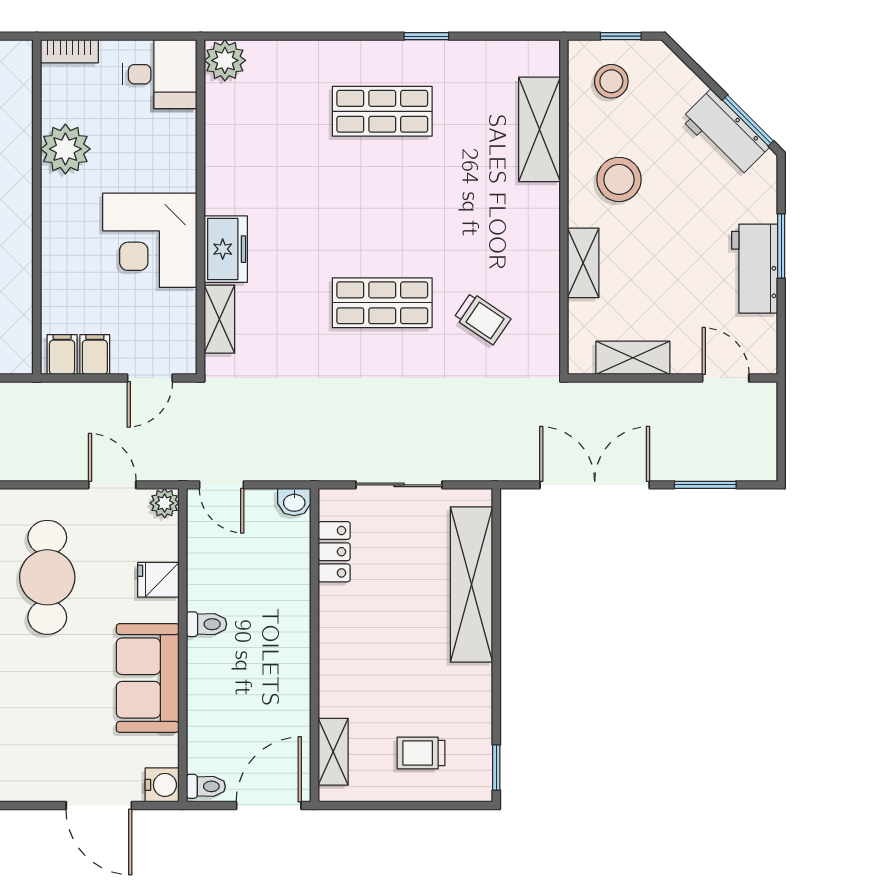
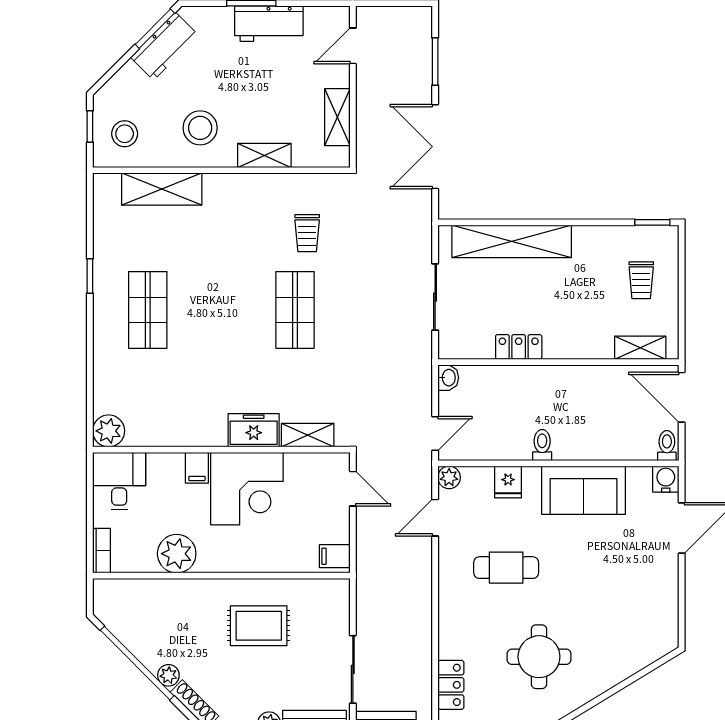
trolley: (482, 319) -> (307, 233), turned 146
filing cabinet: (95, 355) -> (197, 468), moved, turned -90
locker: (334, 552) -> (519, 347), moved
cafe table: (47, 577) -> (506, 568), width x0.73, depth x0.74

